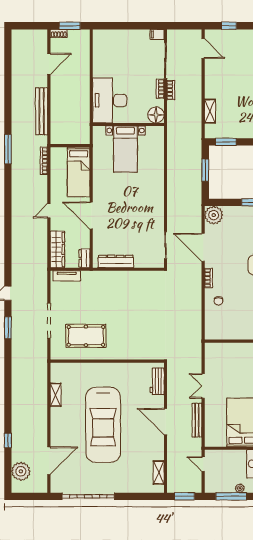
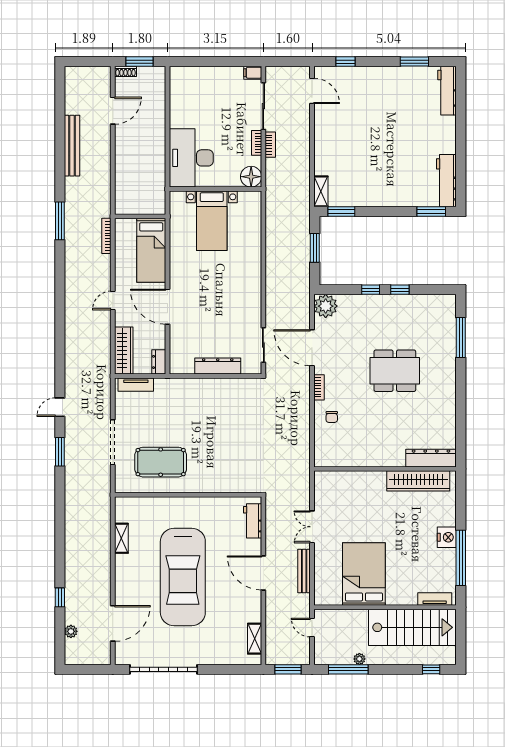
bench: (42, 111) -> (72, 146), moved
shelving: (210, 111) -> (321, 191), moved
dresser: (116, 262) -> (218, 366), moved
plant: (21, 471) -> (71, 631), width x0.53, depth x0.53

